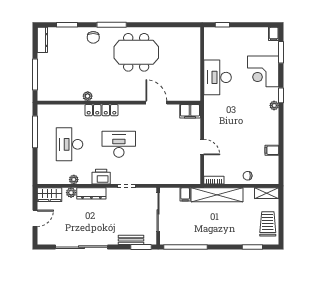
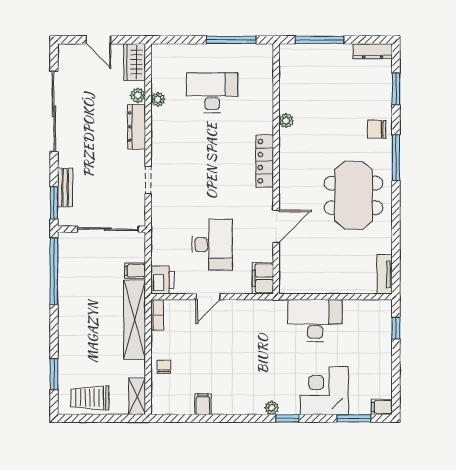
tv unit: (187, 32) -> (385, 274), added
locker: (101, 110) -> (265, 161), moved
desk: (119, 144) -> (212, 245), moved
printer: (101, 177) -> (162, 280), moved
trolley: (268, 224) -> (90, 398), turned 180

